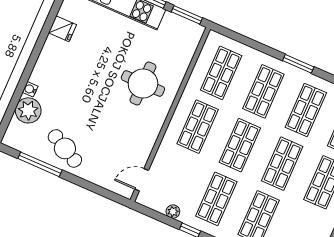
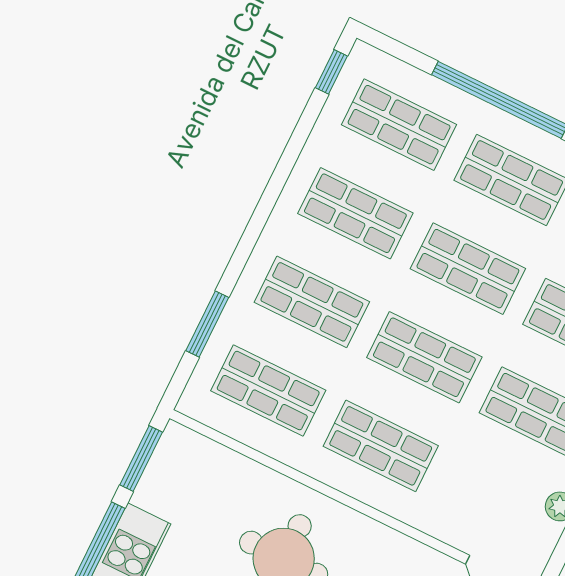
window: (298, 64) -> (207, 324), moved

